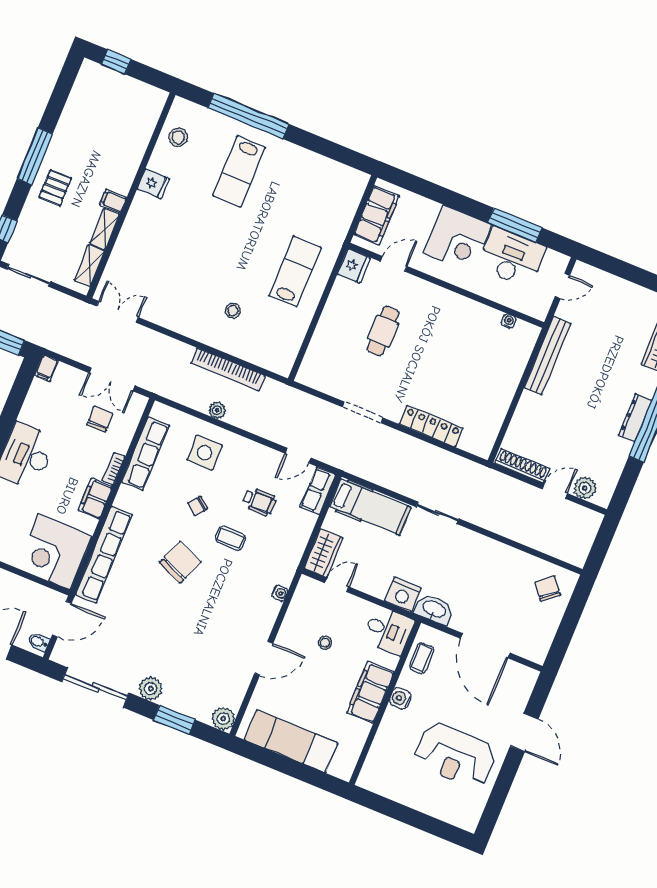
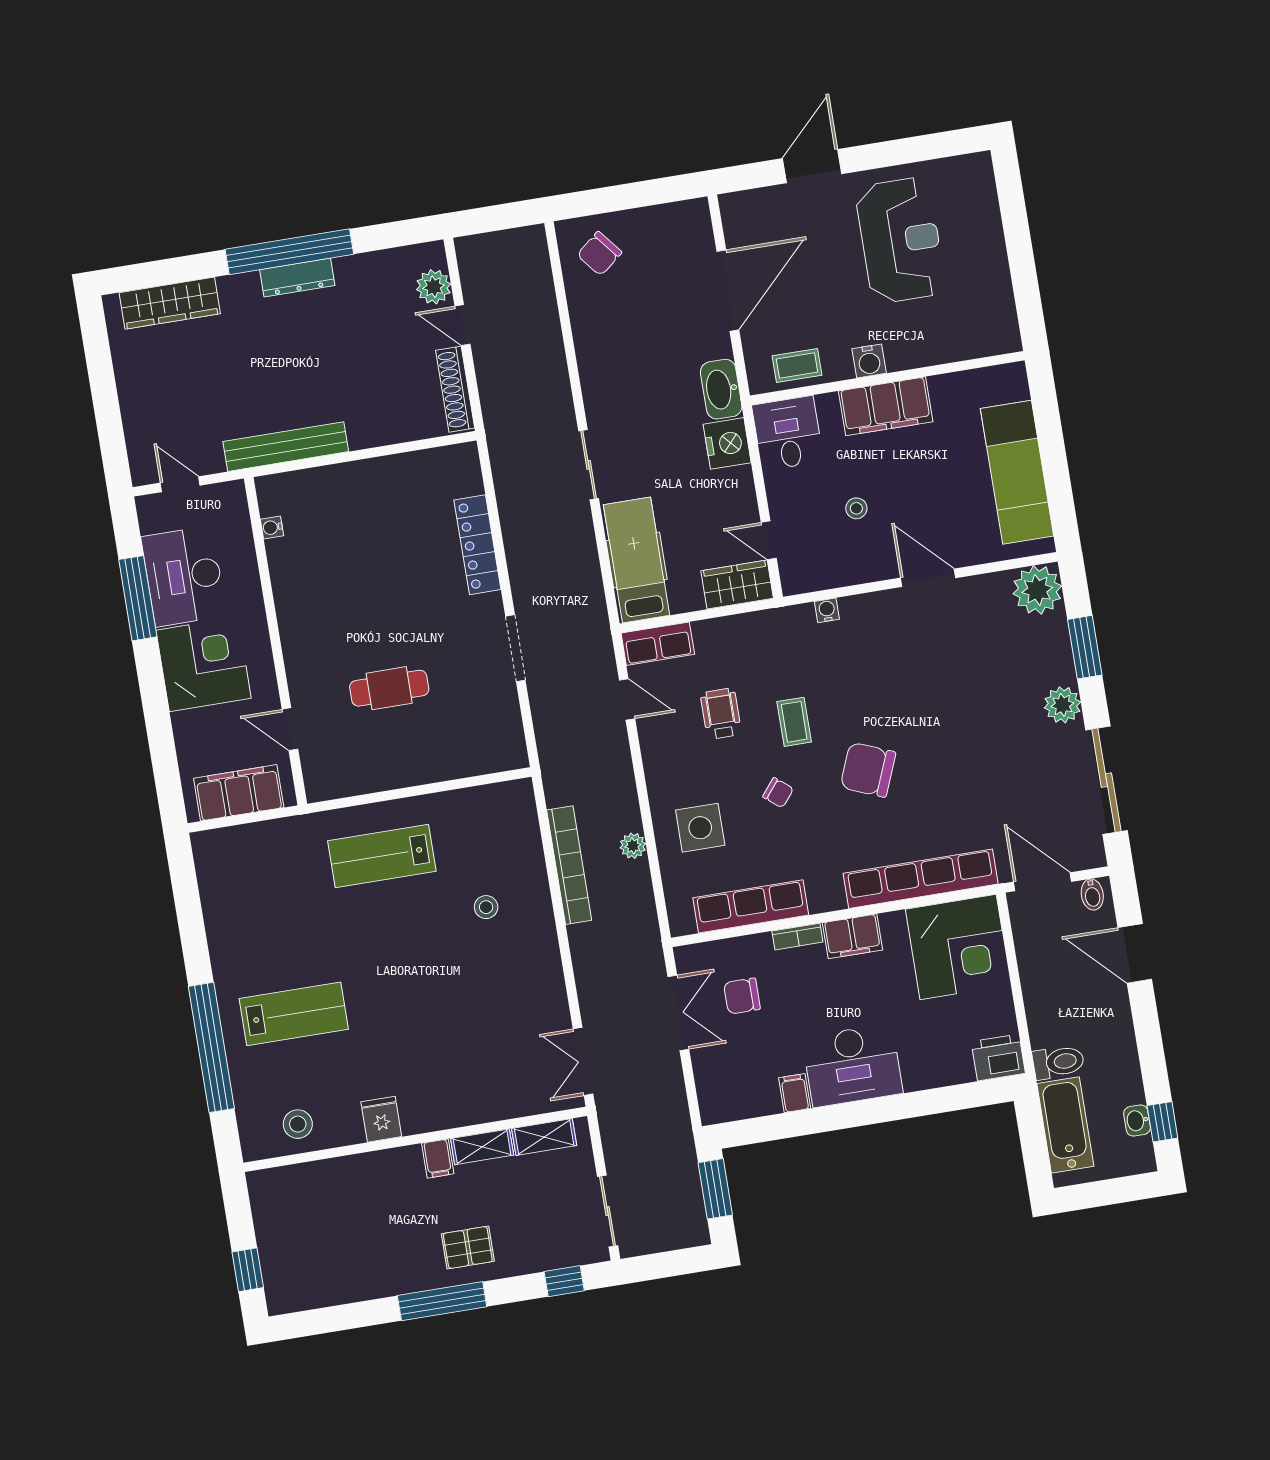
fridge: (354, 266) -> (326, 781), removed
filing cabinet: (47, 368) -> (795, 1093), moved, turned -90
plant: (223, 719) -> (1037, 590), width x1.36, depth x1.36

